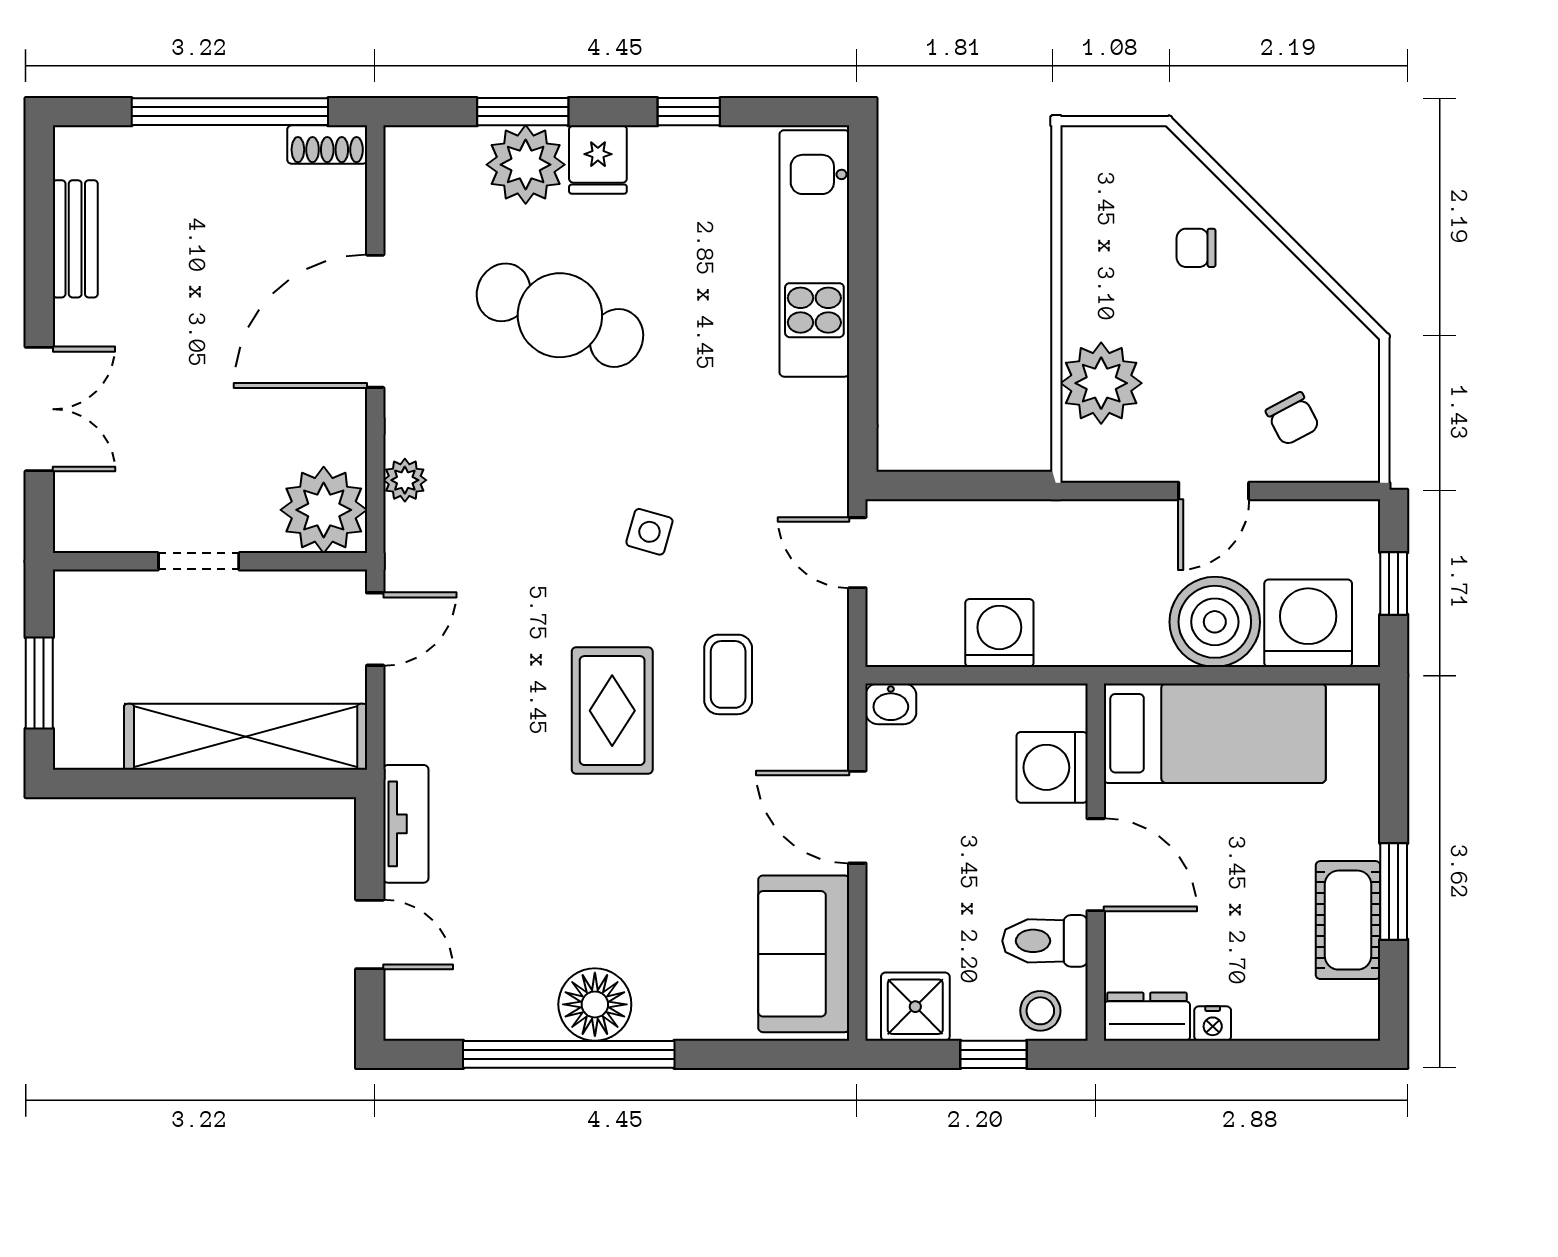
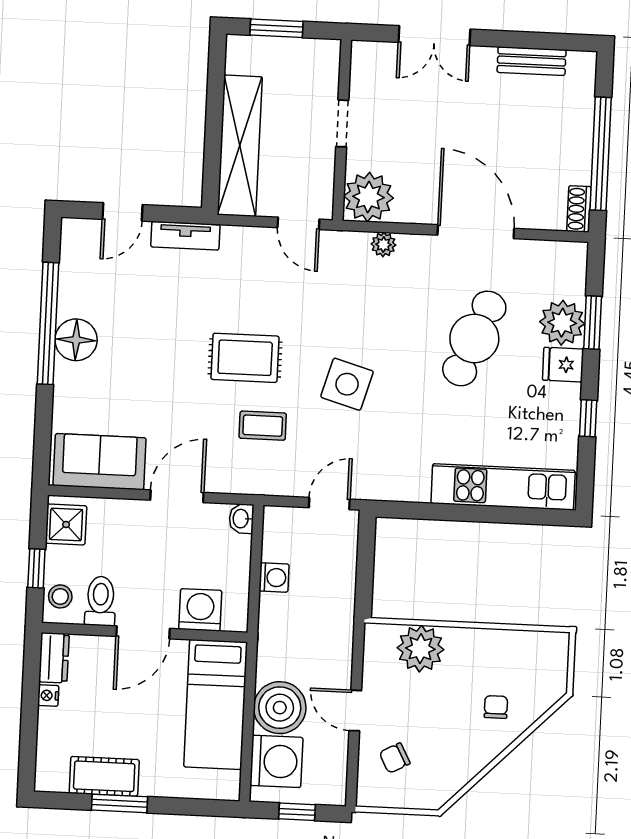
side table: (649, 532) -> (347, 384), width x1.87, depth x1.87
washing machine: (999, 633) -> (274, 577), width x0.73, depth x0.73

